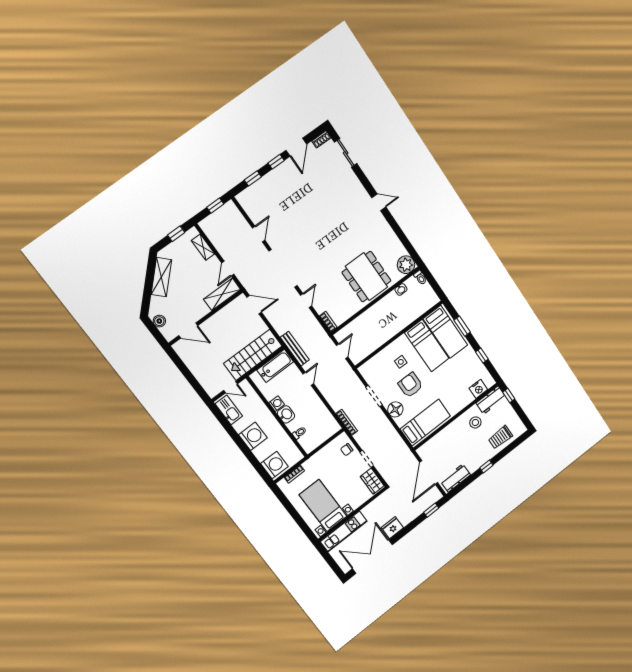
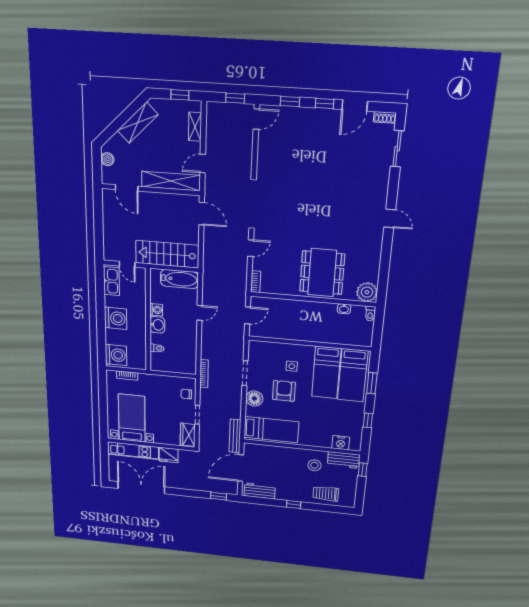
door: (259, 234) -> (256, 119), moved
shelving: (222, 294) -> (171, 181), width x1.47
bench: (295, 349) -> (235, 436), moved
fridge: (392, 528) -> (169, 455), moved, turned 180

